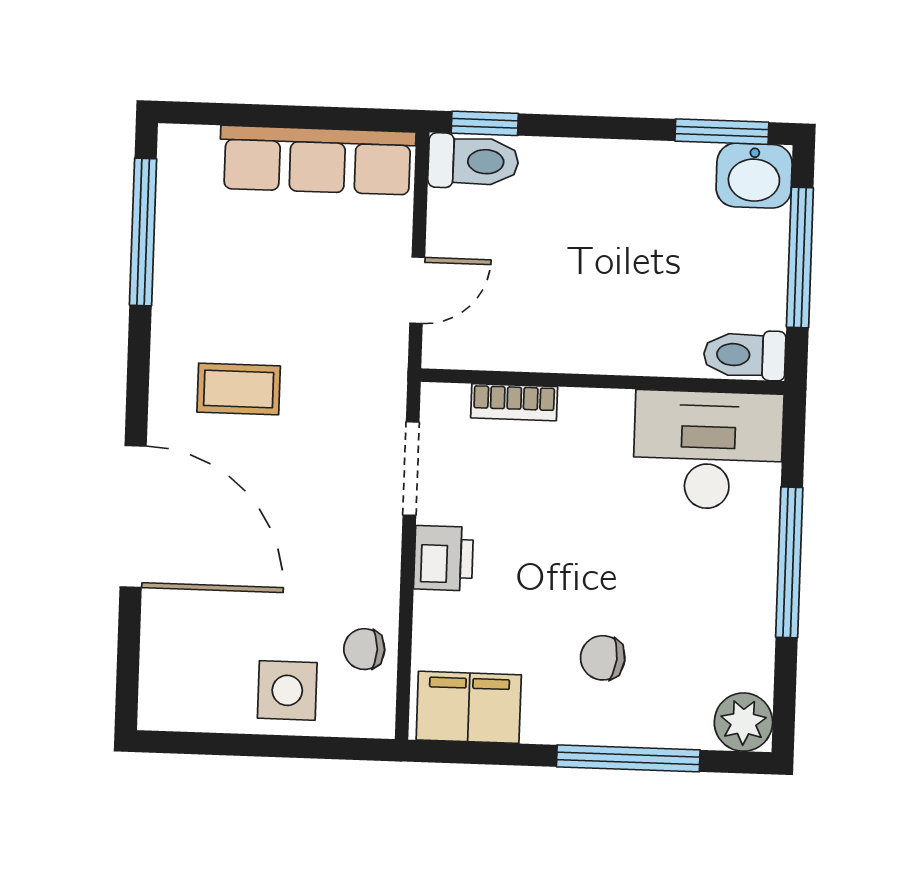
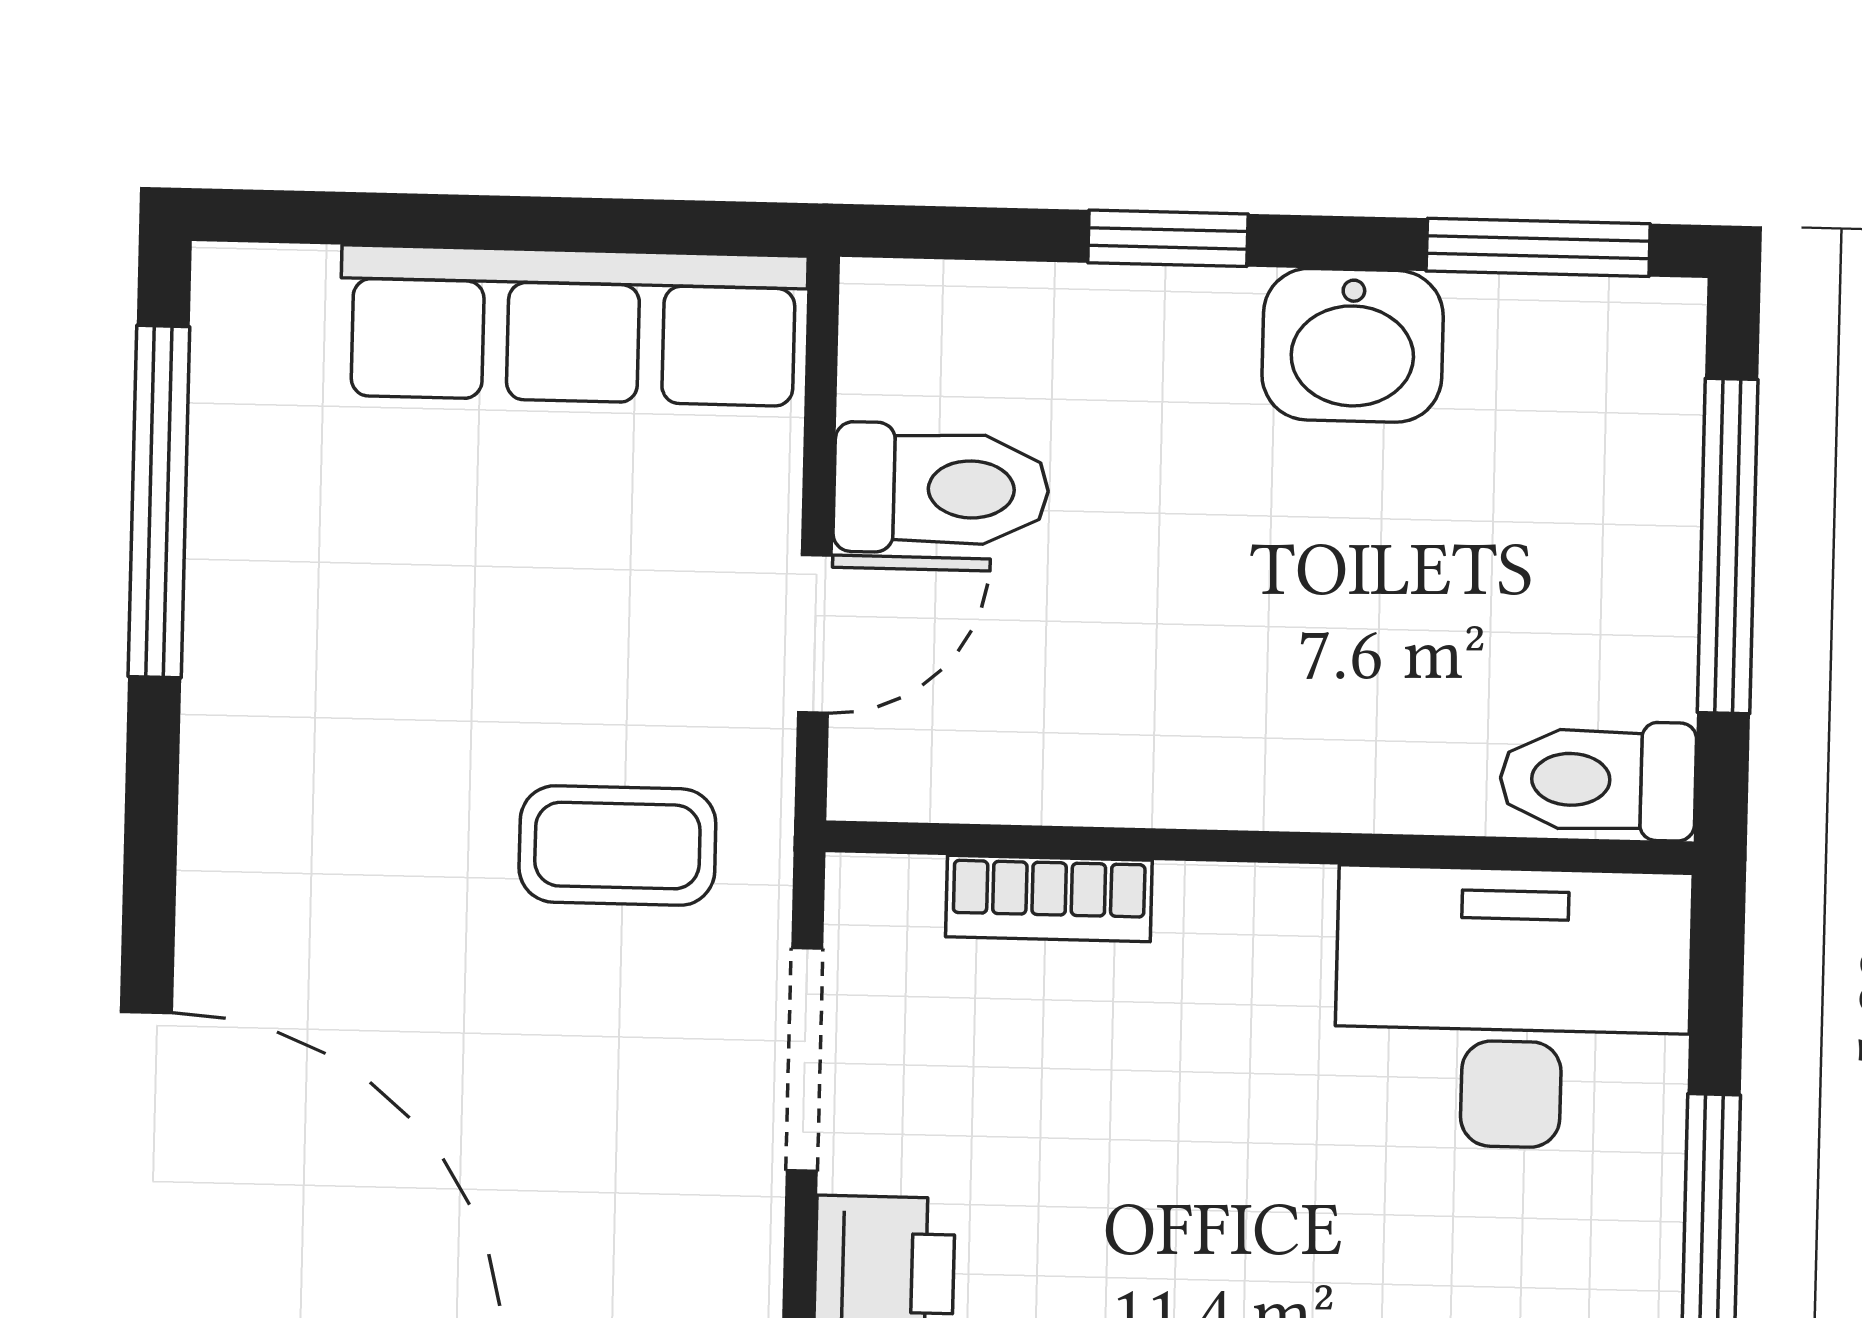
window: (485, 123) -> (1168, 238), moved
toilet: (473, 161) -> (941, 489), moved
washbasin: (754, 176) -> (1353, 345), moved
coffee table: (239, 389) -> (617, 846), moved

